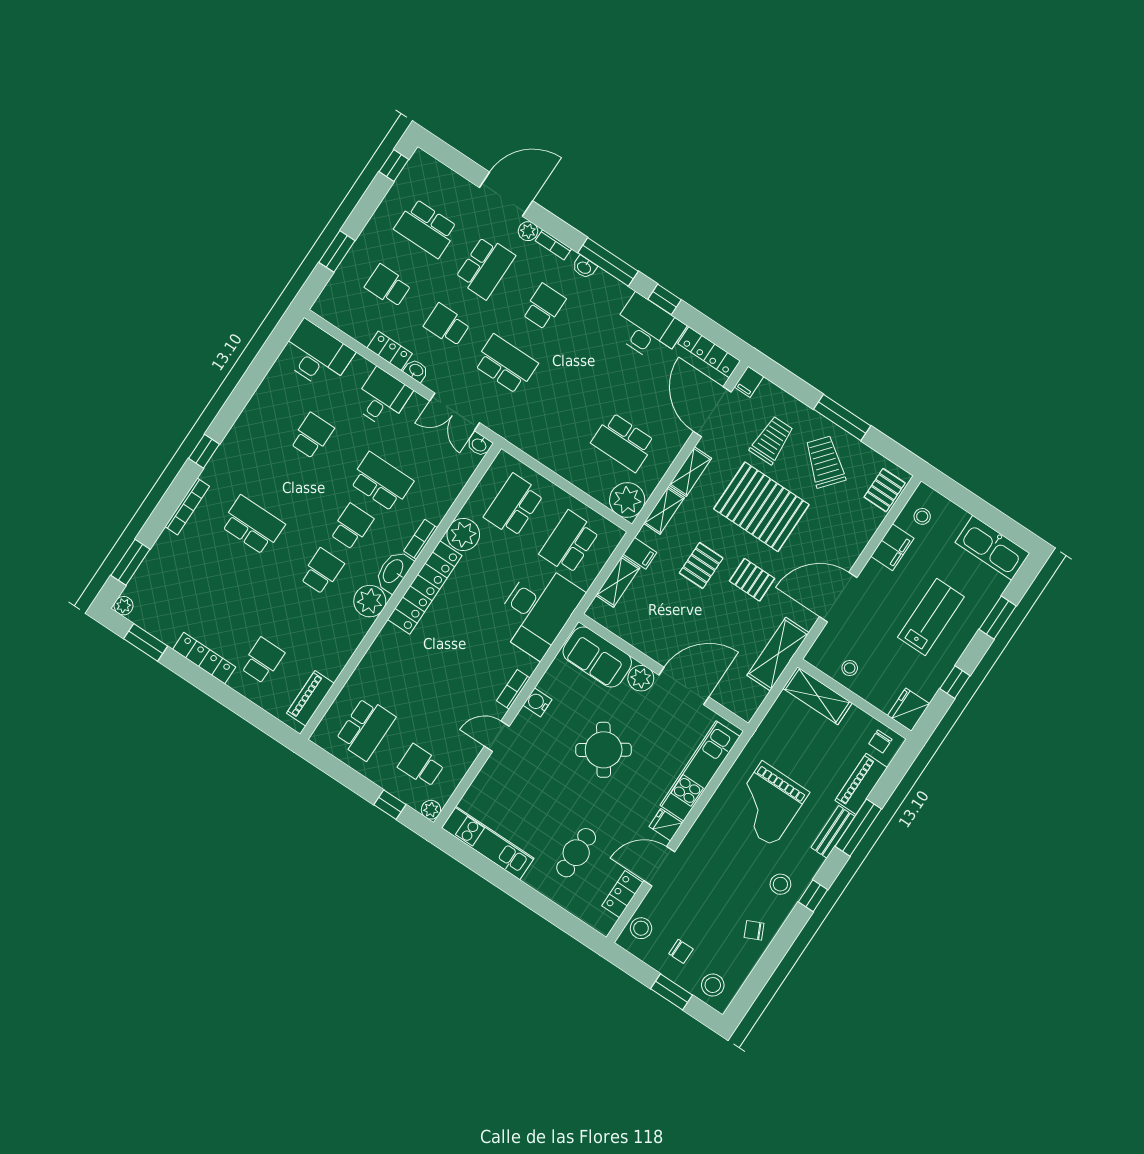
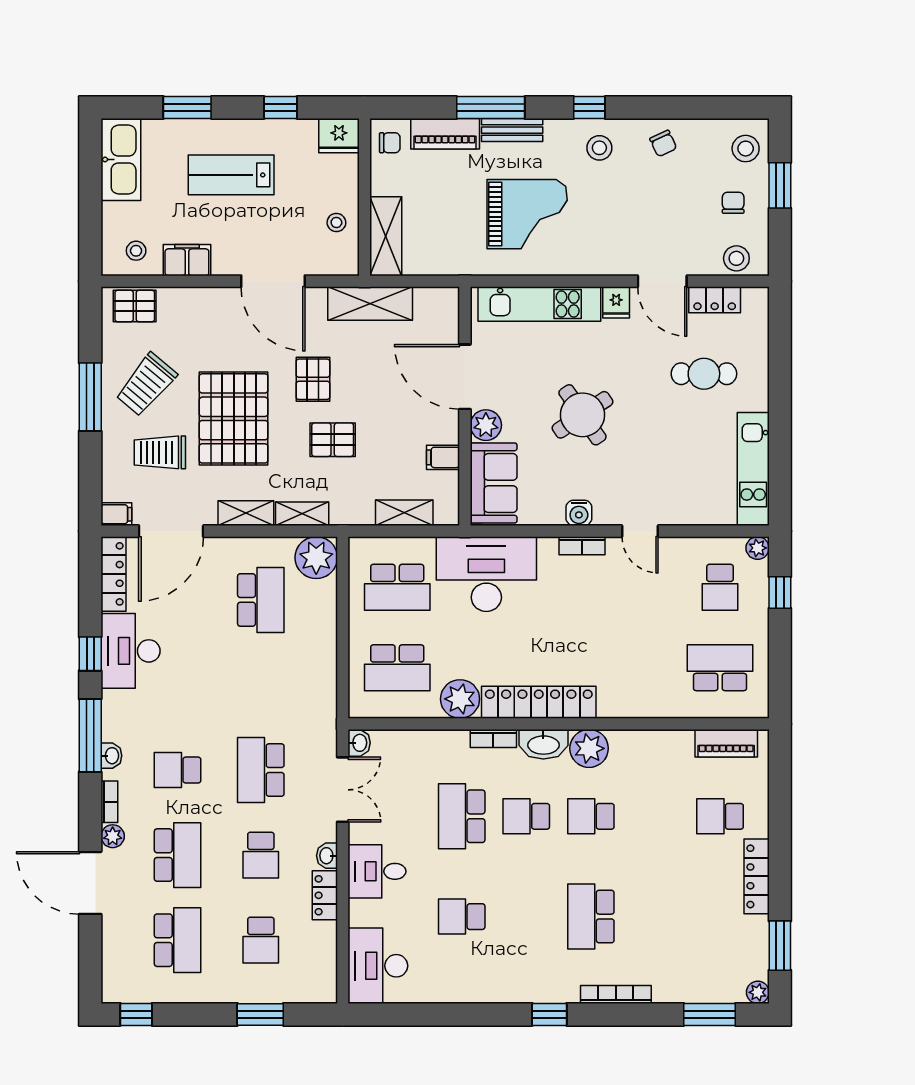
school desk: (485, 267) -> (178, 855), turned 90
filing cabinet: (640, 553) -> (443, 457), moved, turned -90

